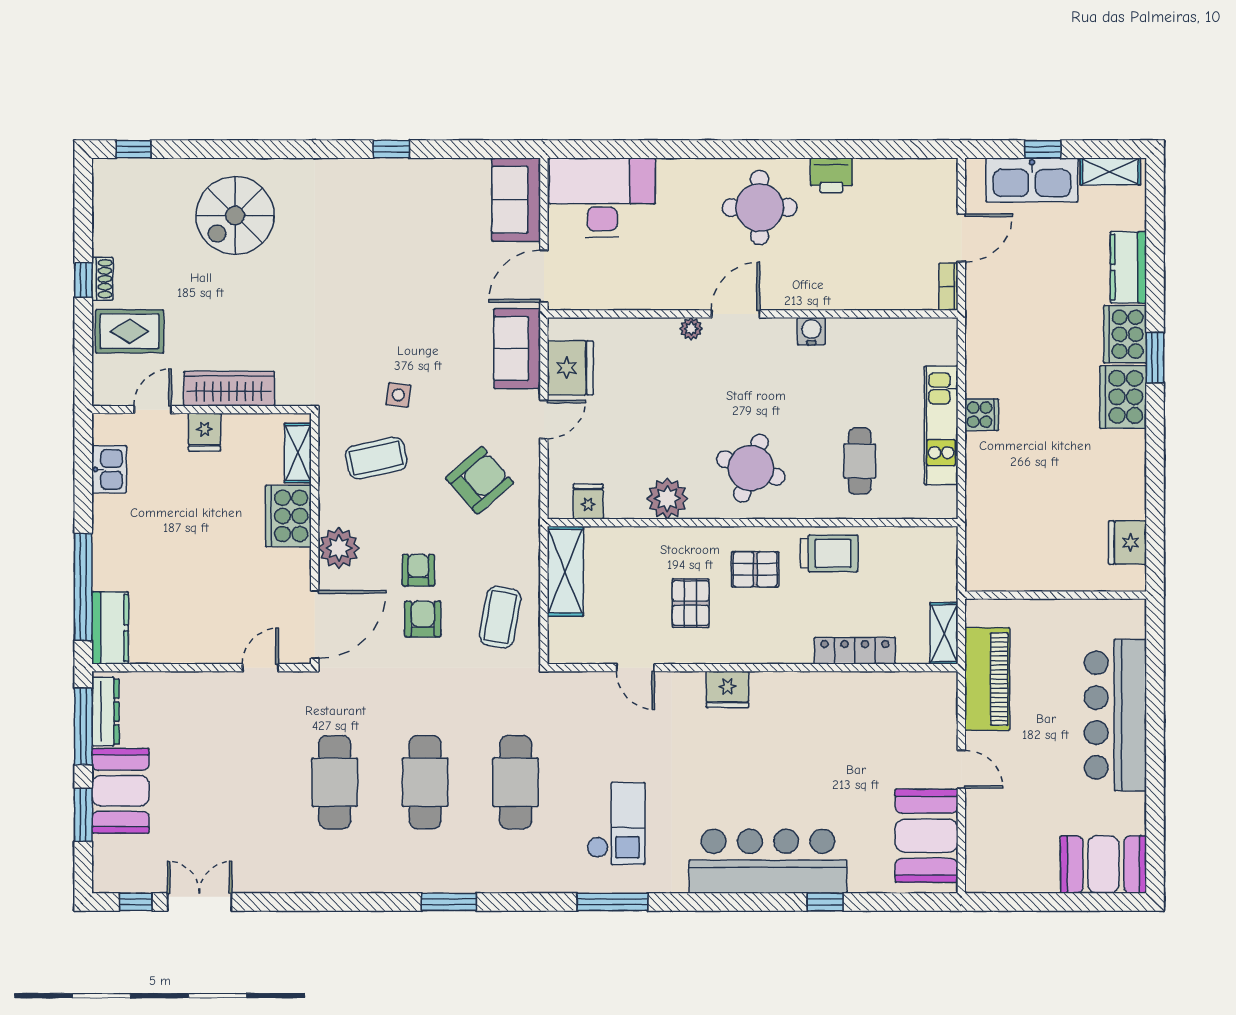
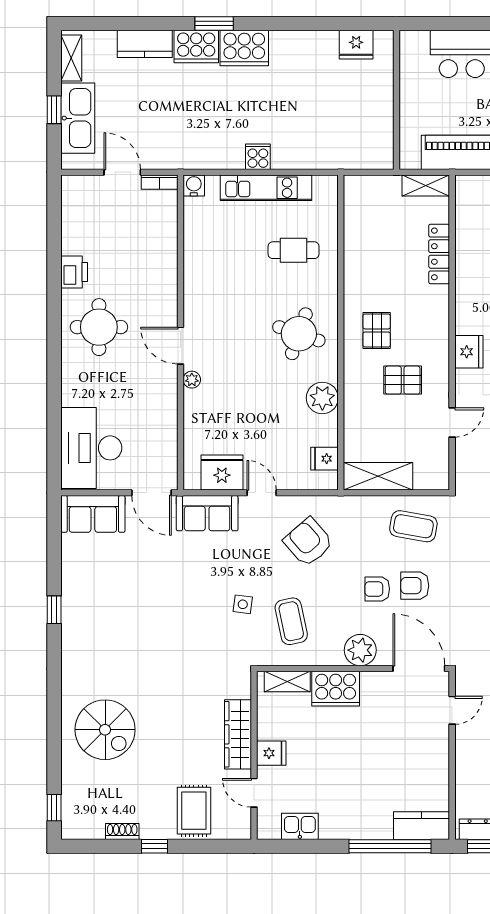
shoe rack: (102, 279) -> (122, 831), moved
water cooler: (811, 331) -> (194, 185), moved, turned 90
trolley: (829, 553) -> (364, 274), removed
door: (260, 668) -> (452, 710), swing flipped

